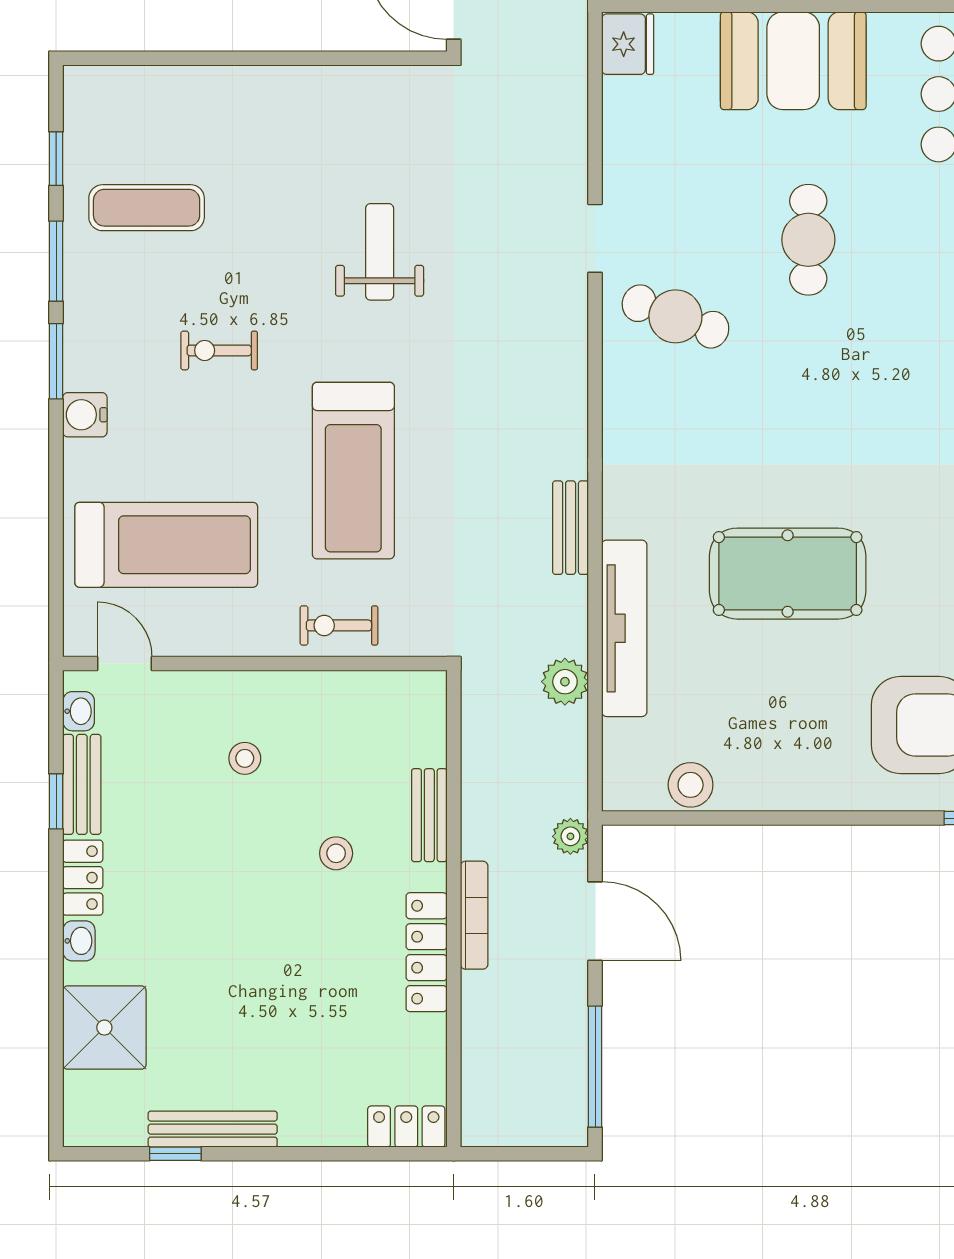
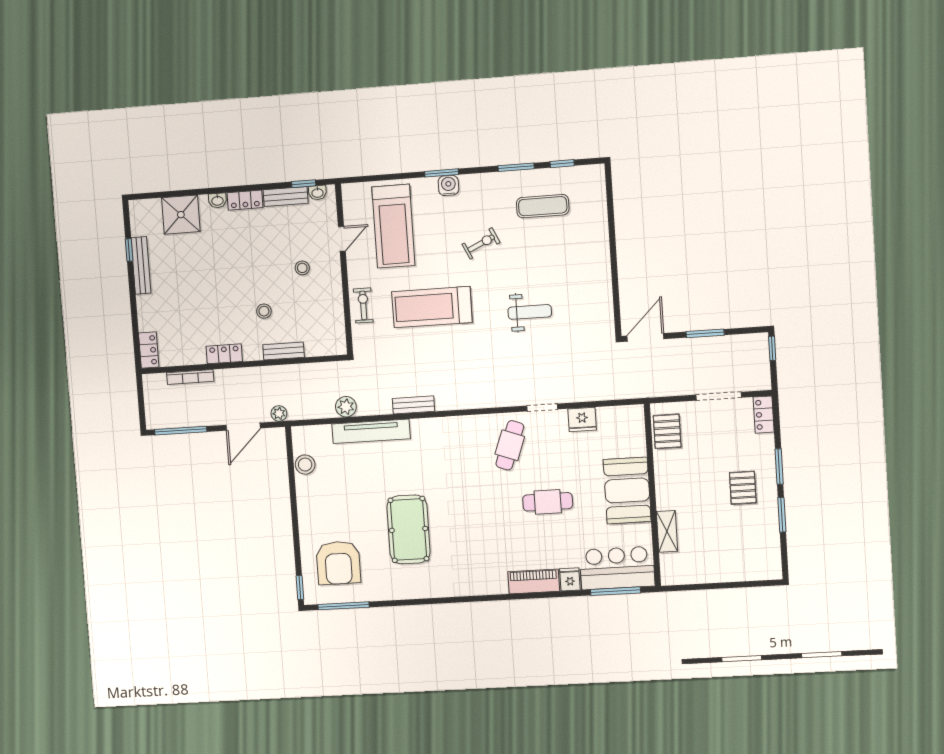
fridge: (628, 44) -> (582, 419), moved
exercise mat: (147, 208) -> (543, 206), turned 90
exercise bike: (219, 350) -> (481, 243), turned 65
window: (56, 361) -> (441, 173), moved
pool table: (788, 574) -> (408, 529), moved
door: (125, 663) -> (342, 239), moved
window: (56, 801) -> (304, 184), moved
bookcase: (474, 915) -> (190, 377), moved
locker: (427, 952) -> (224, 354), width x0.66

